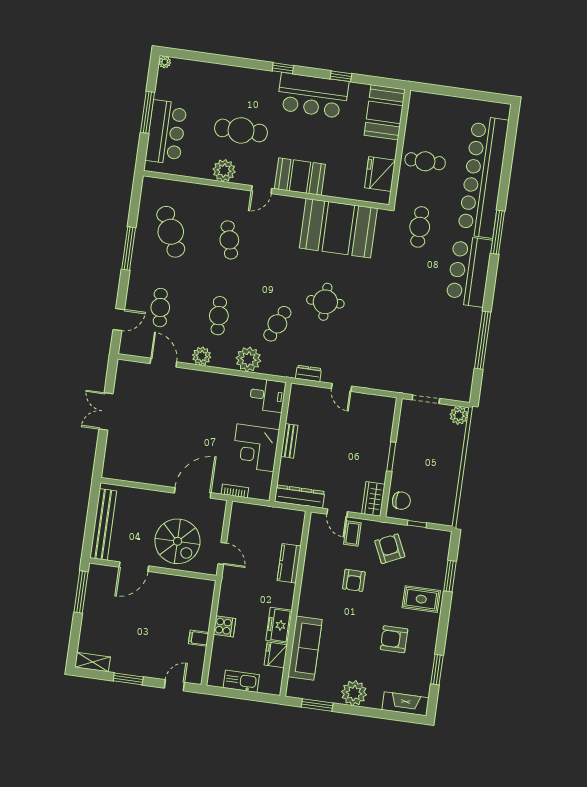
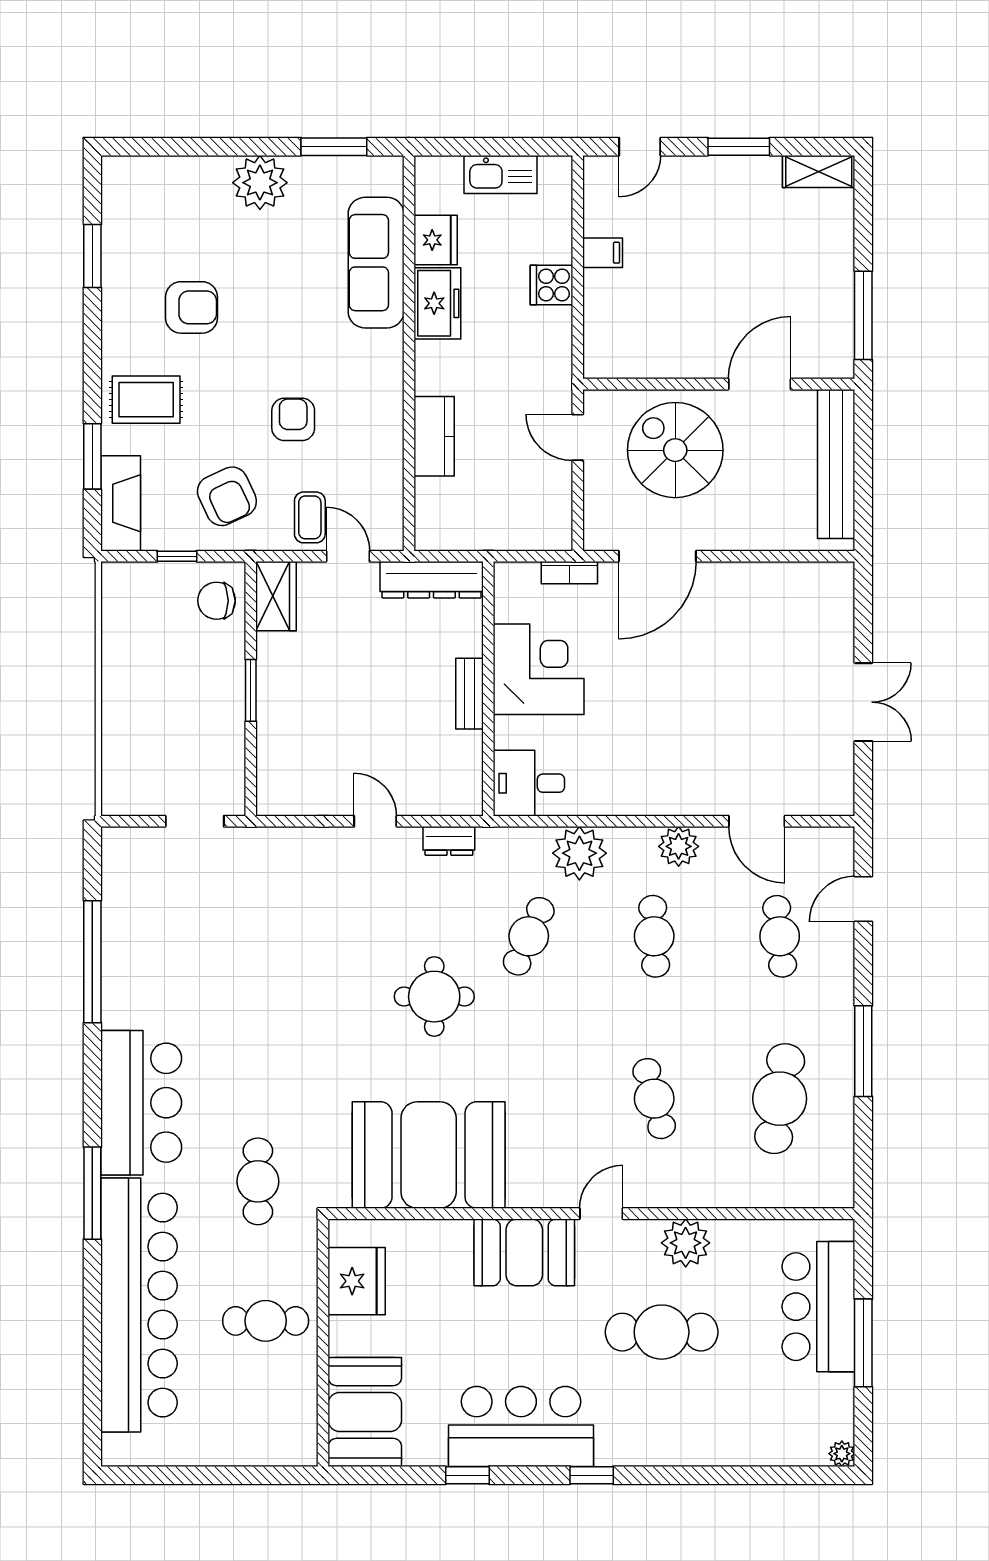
cafe table: (171, 232) -> (780, 1099), turned 33
plant: (459, 415) -> (120, 797), removed
fireplace: (405, 704) -> (121, 503), moved, turned -90

